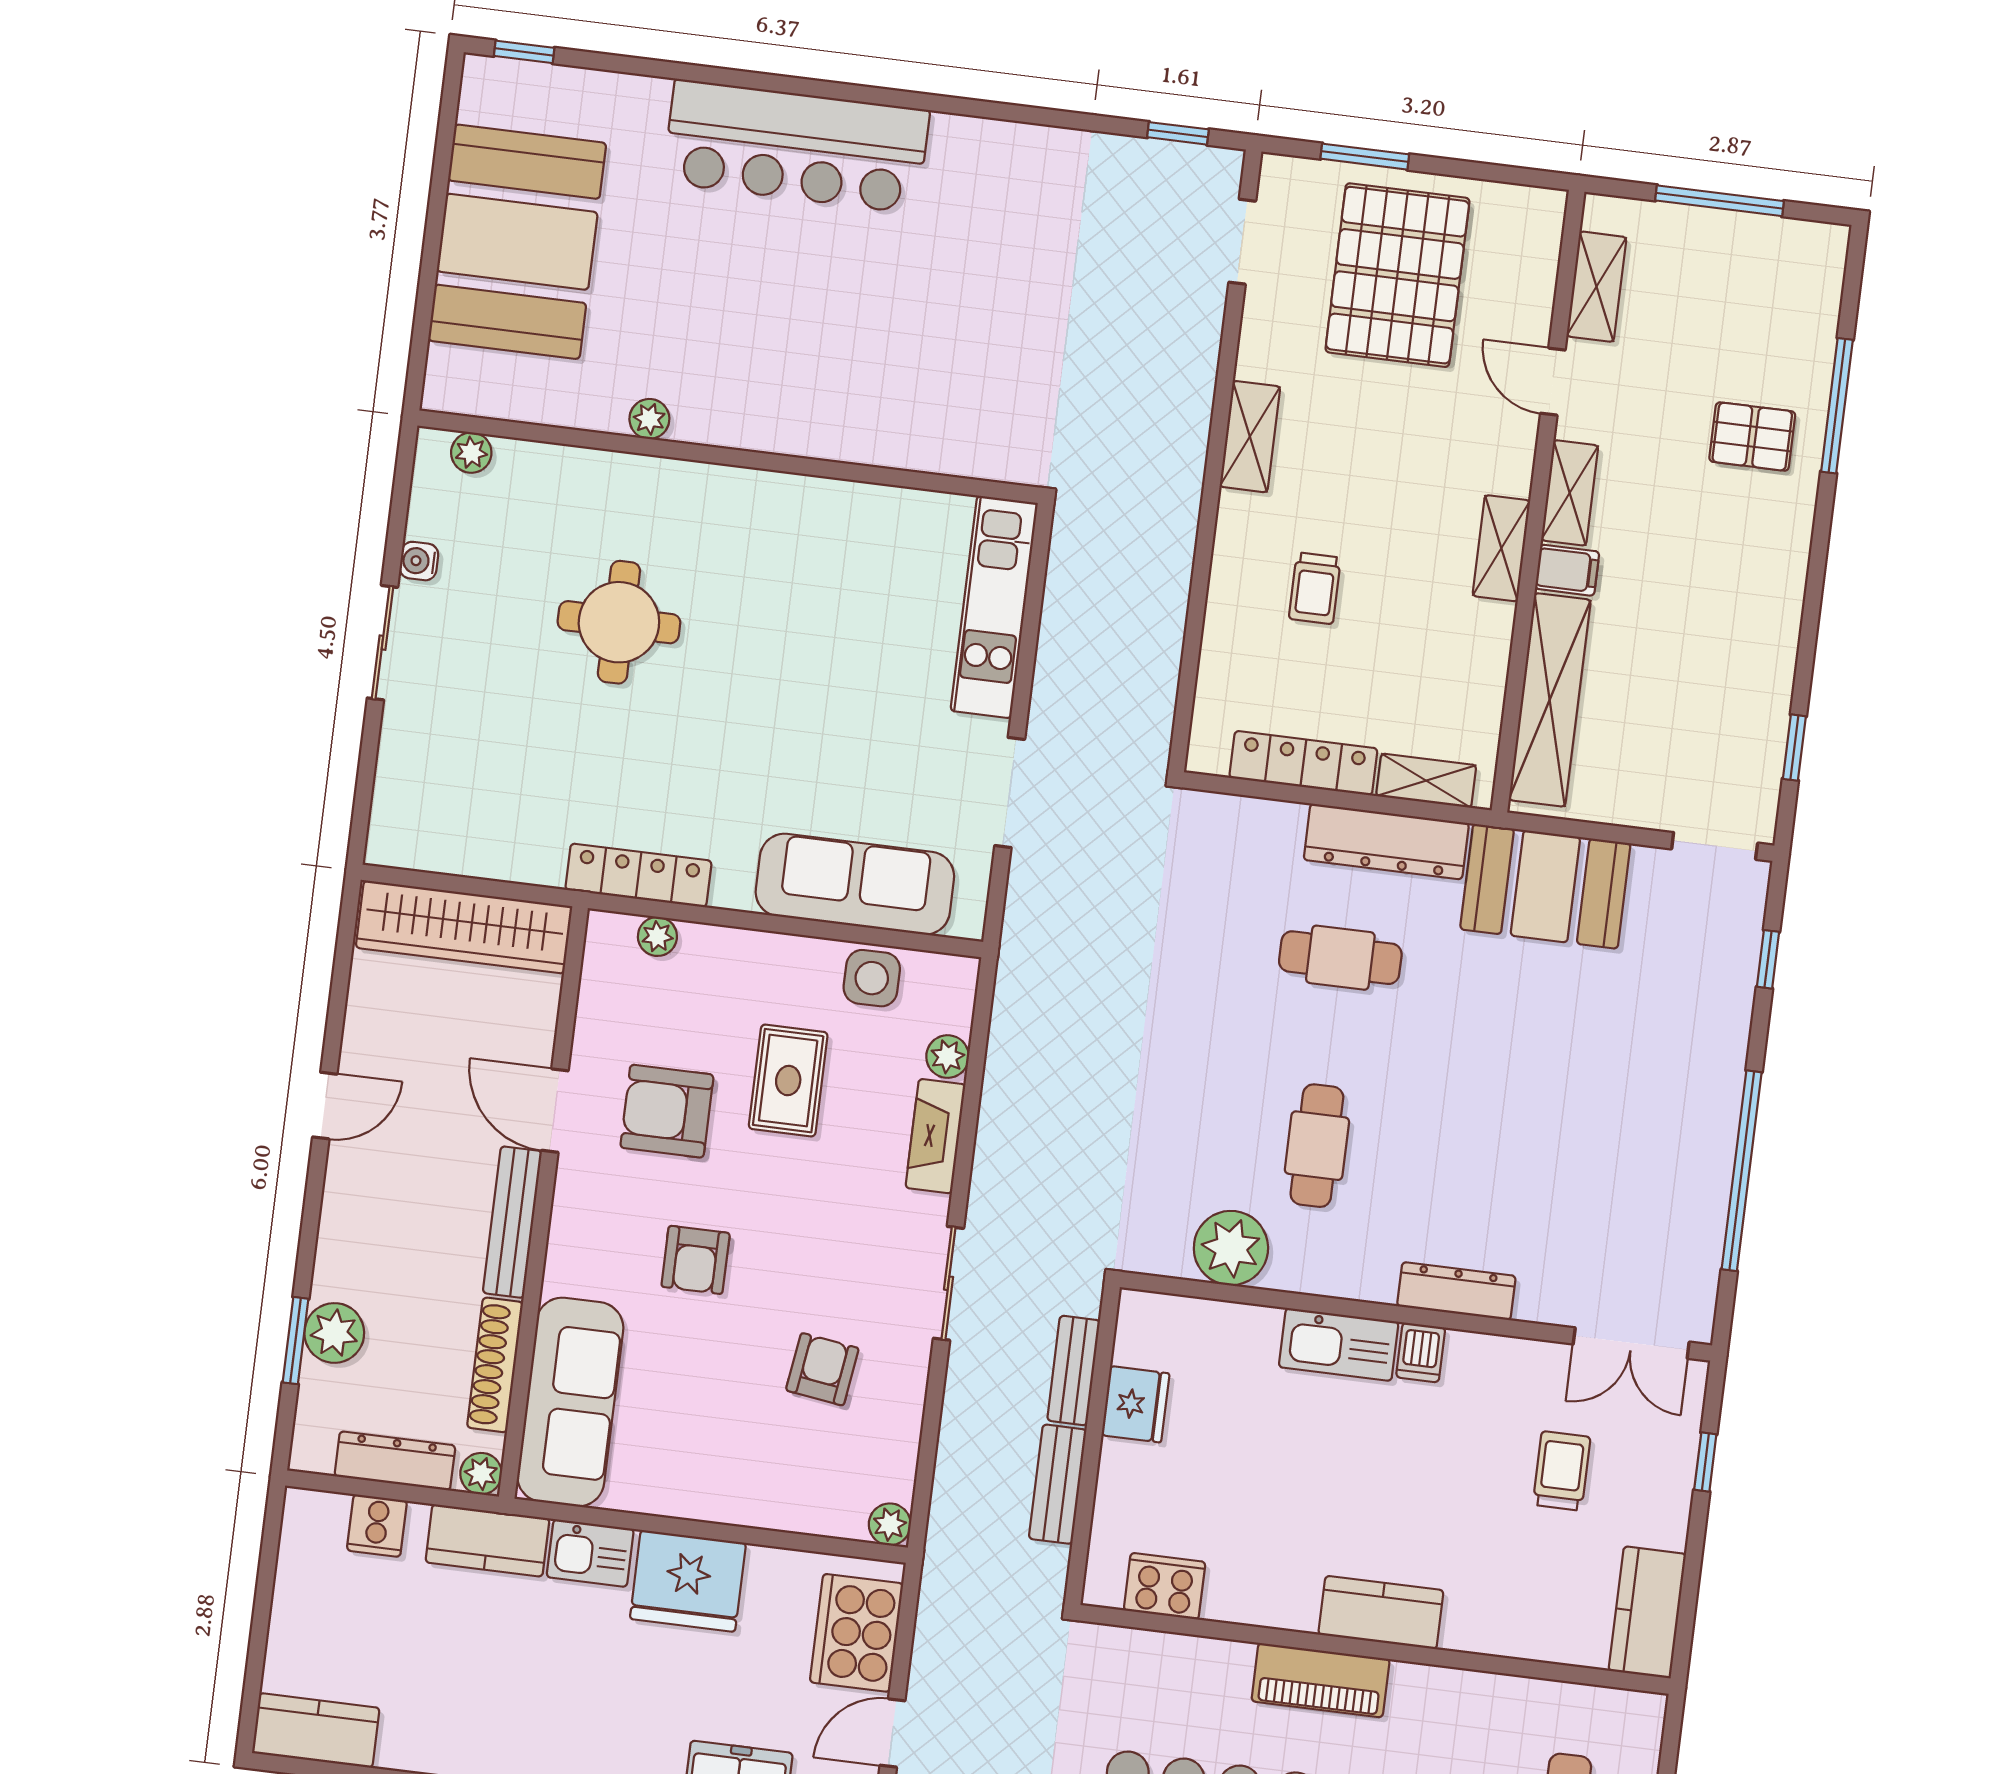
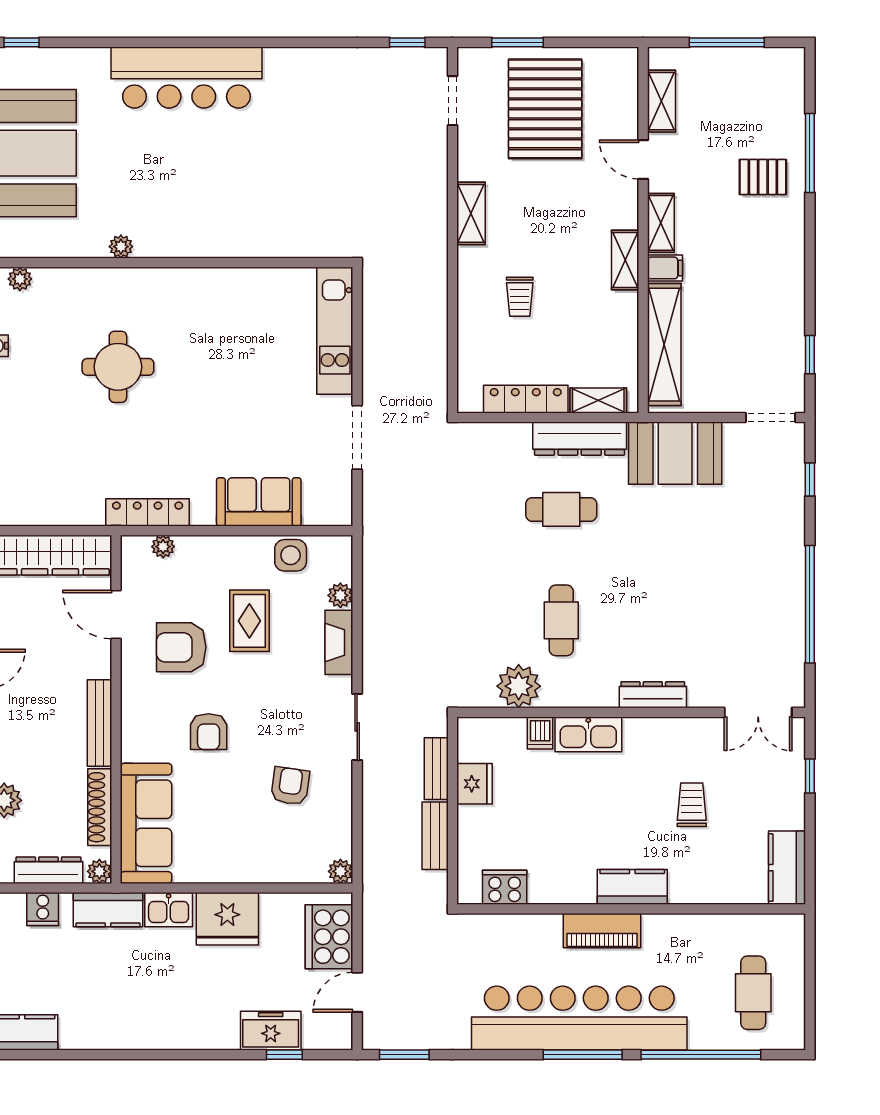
sofa: (855, 884) -> (259, 502), width x0.73
door: (555, 1111) -> (116, 615), moved
dishwasher: (1421, 1352) -> (540, 733), moved
trolley: (1562, 1471) -> (692, 805), moved

